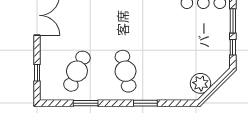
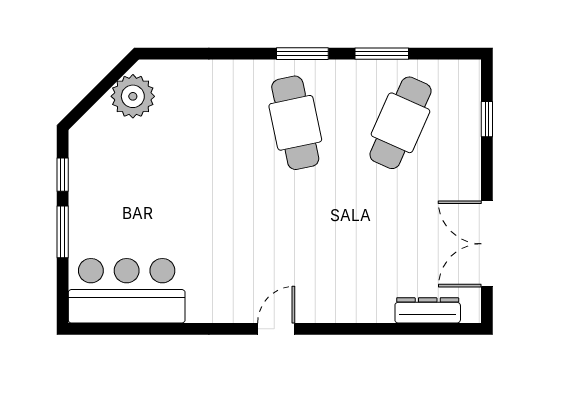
window: (145, 103) -> (302, 54), moved

